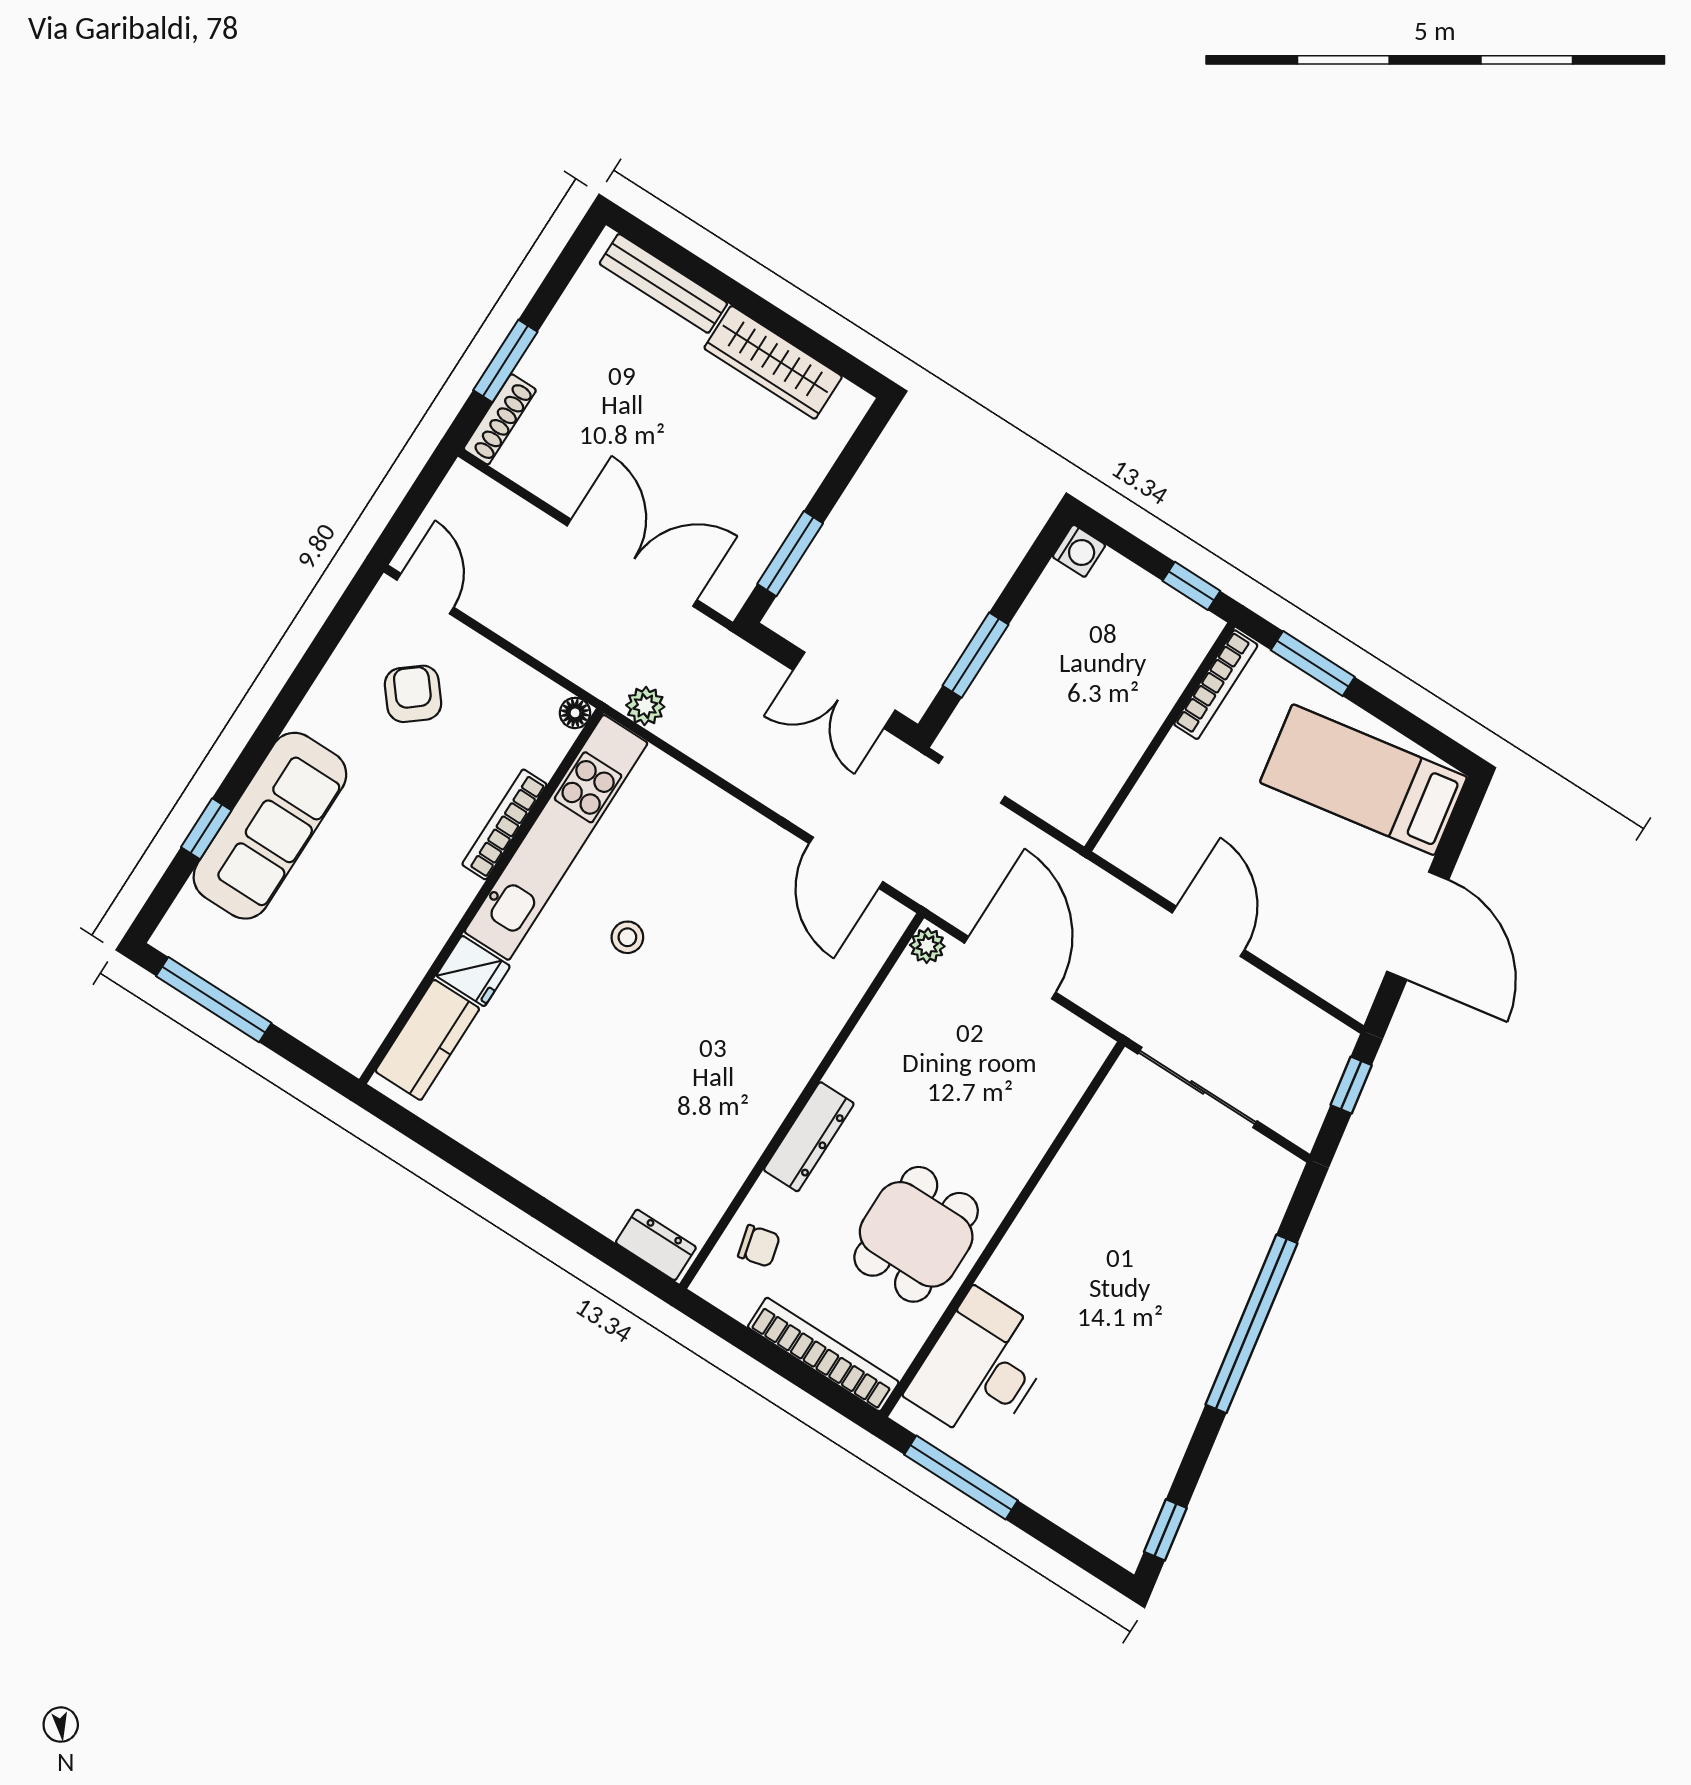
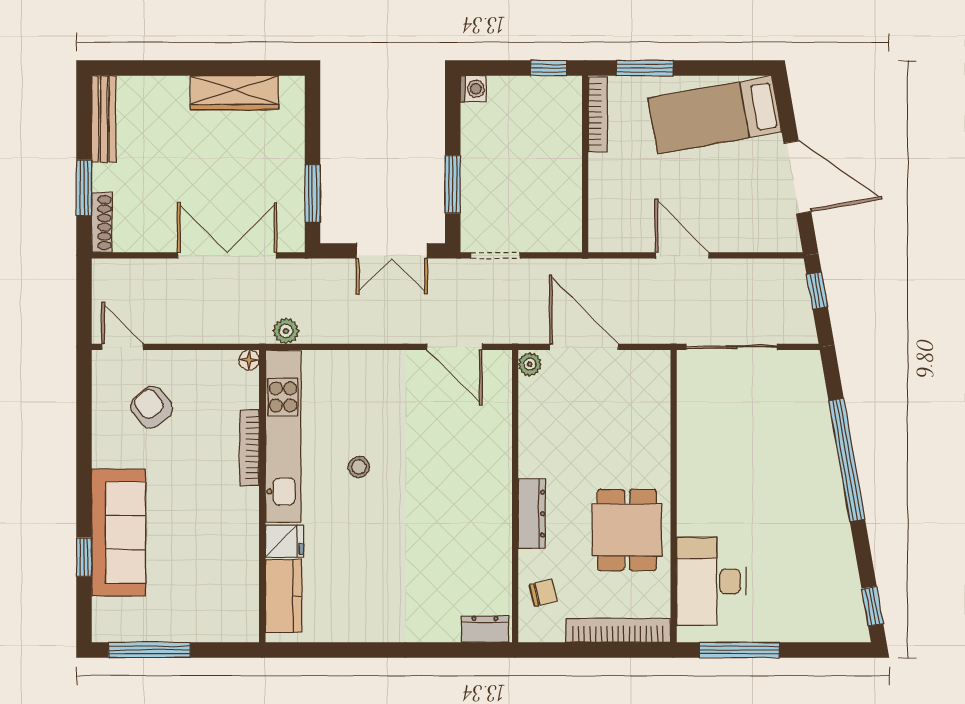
bench: (663, 283) -> (104, 119), moved, turned 90

